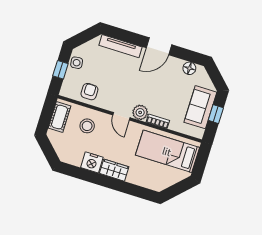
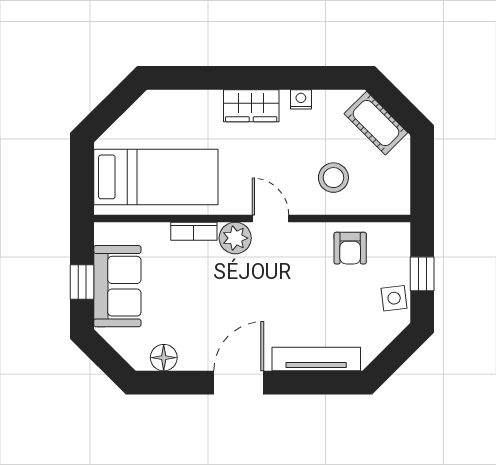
cot: (59, 117) -> (376, 123), moved, turned -45
nightstand: (92, 162) -> (301, 99), width x0.53, depth x0.56

